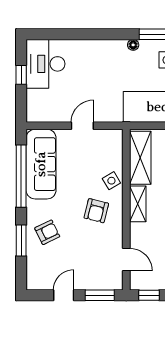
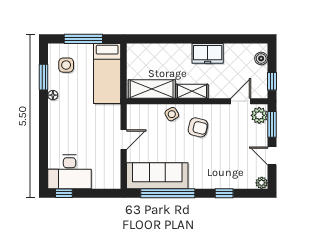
window: (21, 75) -> (64, 193), moved
door: (82, 126) -> (124, 140), swing flipped
armchair: (47, 232) -> (217, 170), removed
window: (21, 240) -> (224, 193), width x0.67
plant: (110, 281) -> (259, 115), added
plant: (33, 283) -> (262, 183), added

